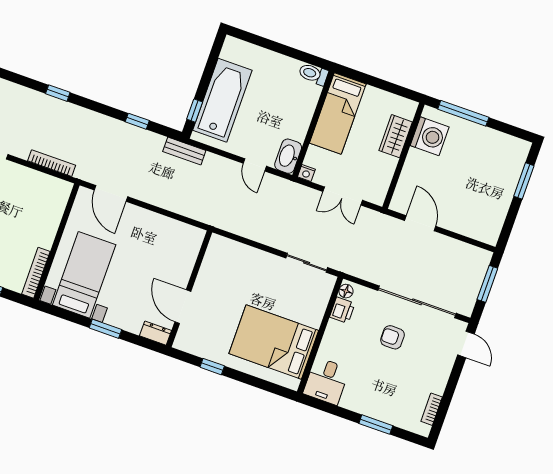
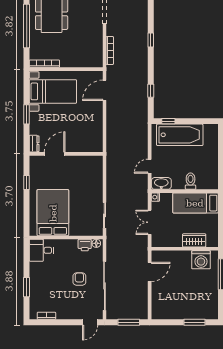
toilet: (313, 74) -> (191, 181), moved
bench: (184, 151) -> (143, 123), removed

